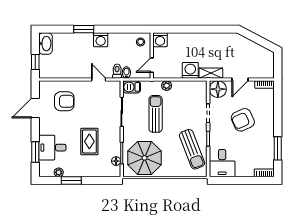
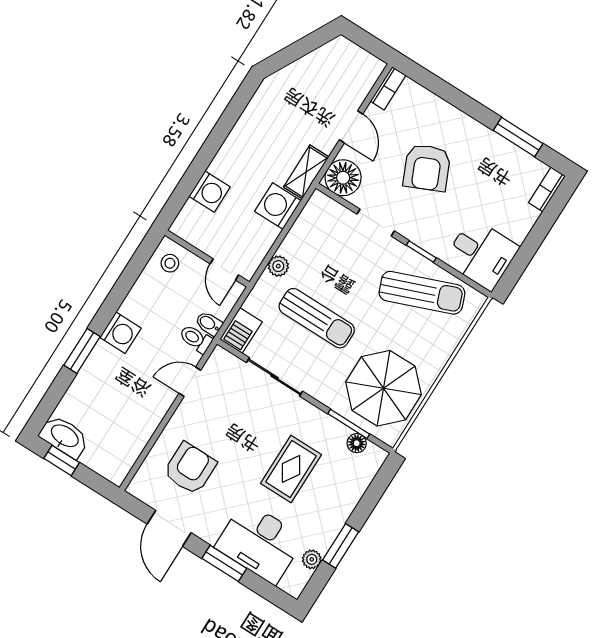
washing machine: (160, 40) -> (210, 192), moved
window: (35, 62) -> (62, 461), moved
sun lounger: (156, 114) -> (317, 318), turned 180
rug: (89, 141) -> (291, 469), turned 90
desk: (52, 148) -> (260, 543), width x1.37
window: (35, 152) -> (224, 563), moved

